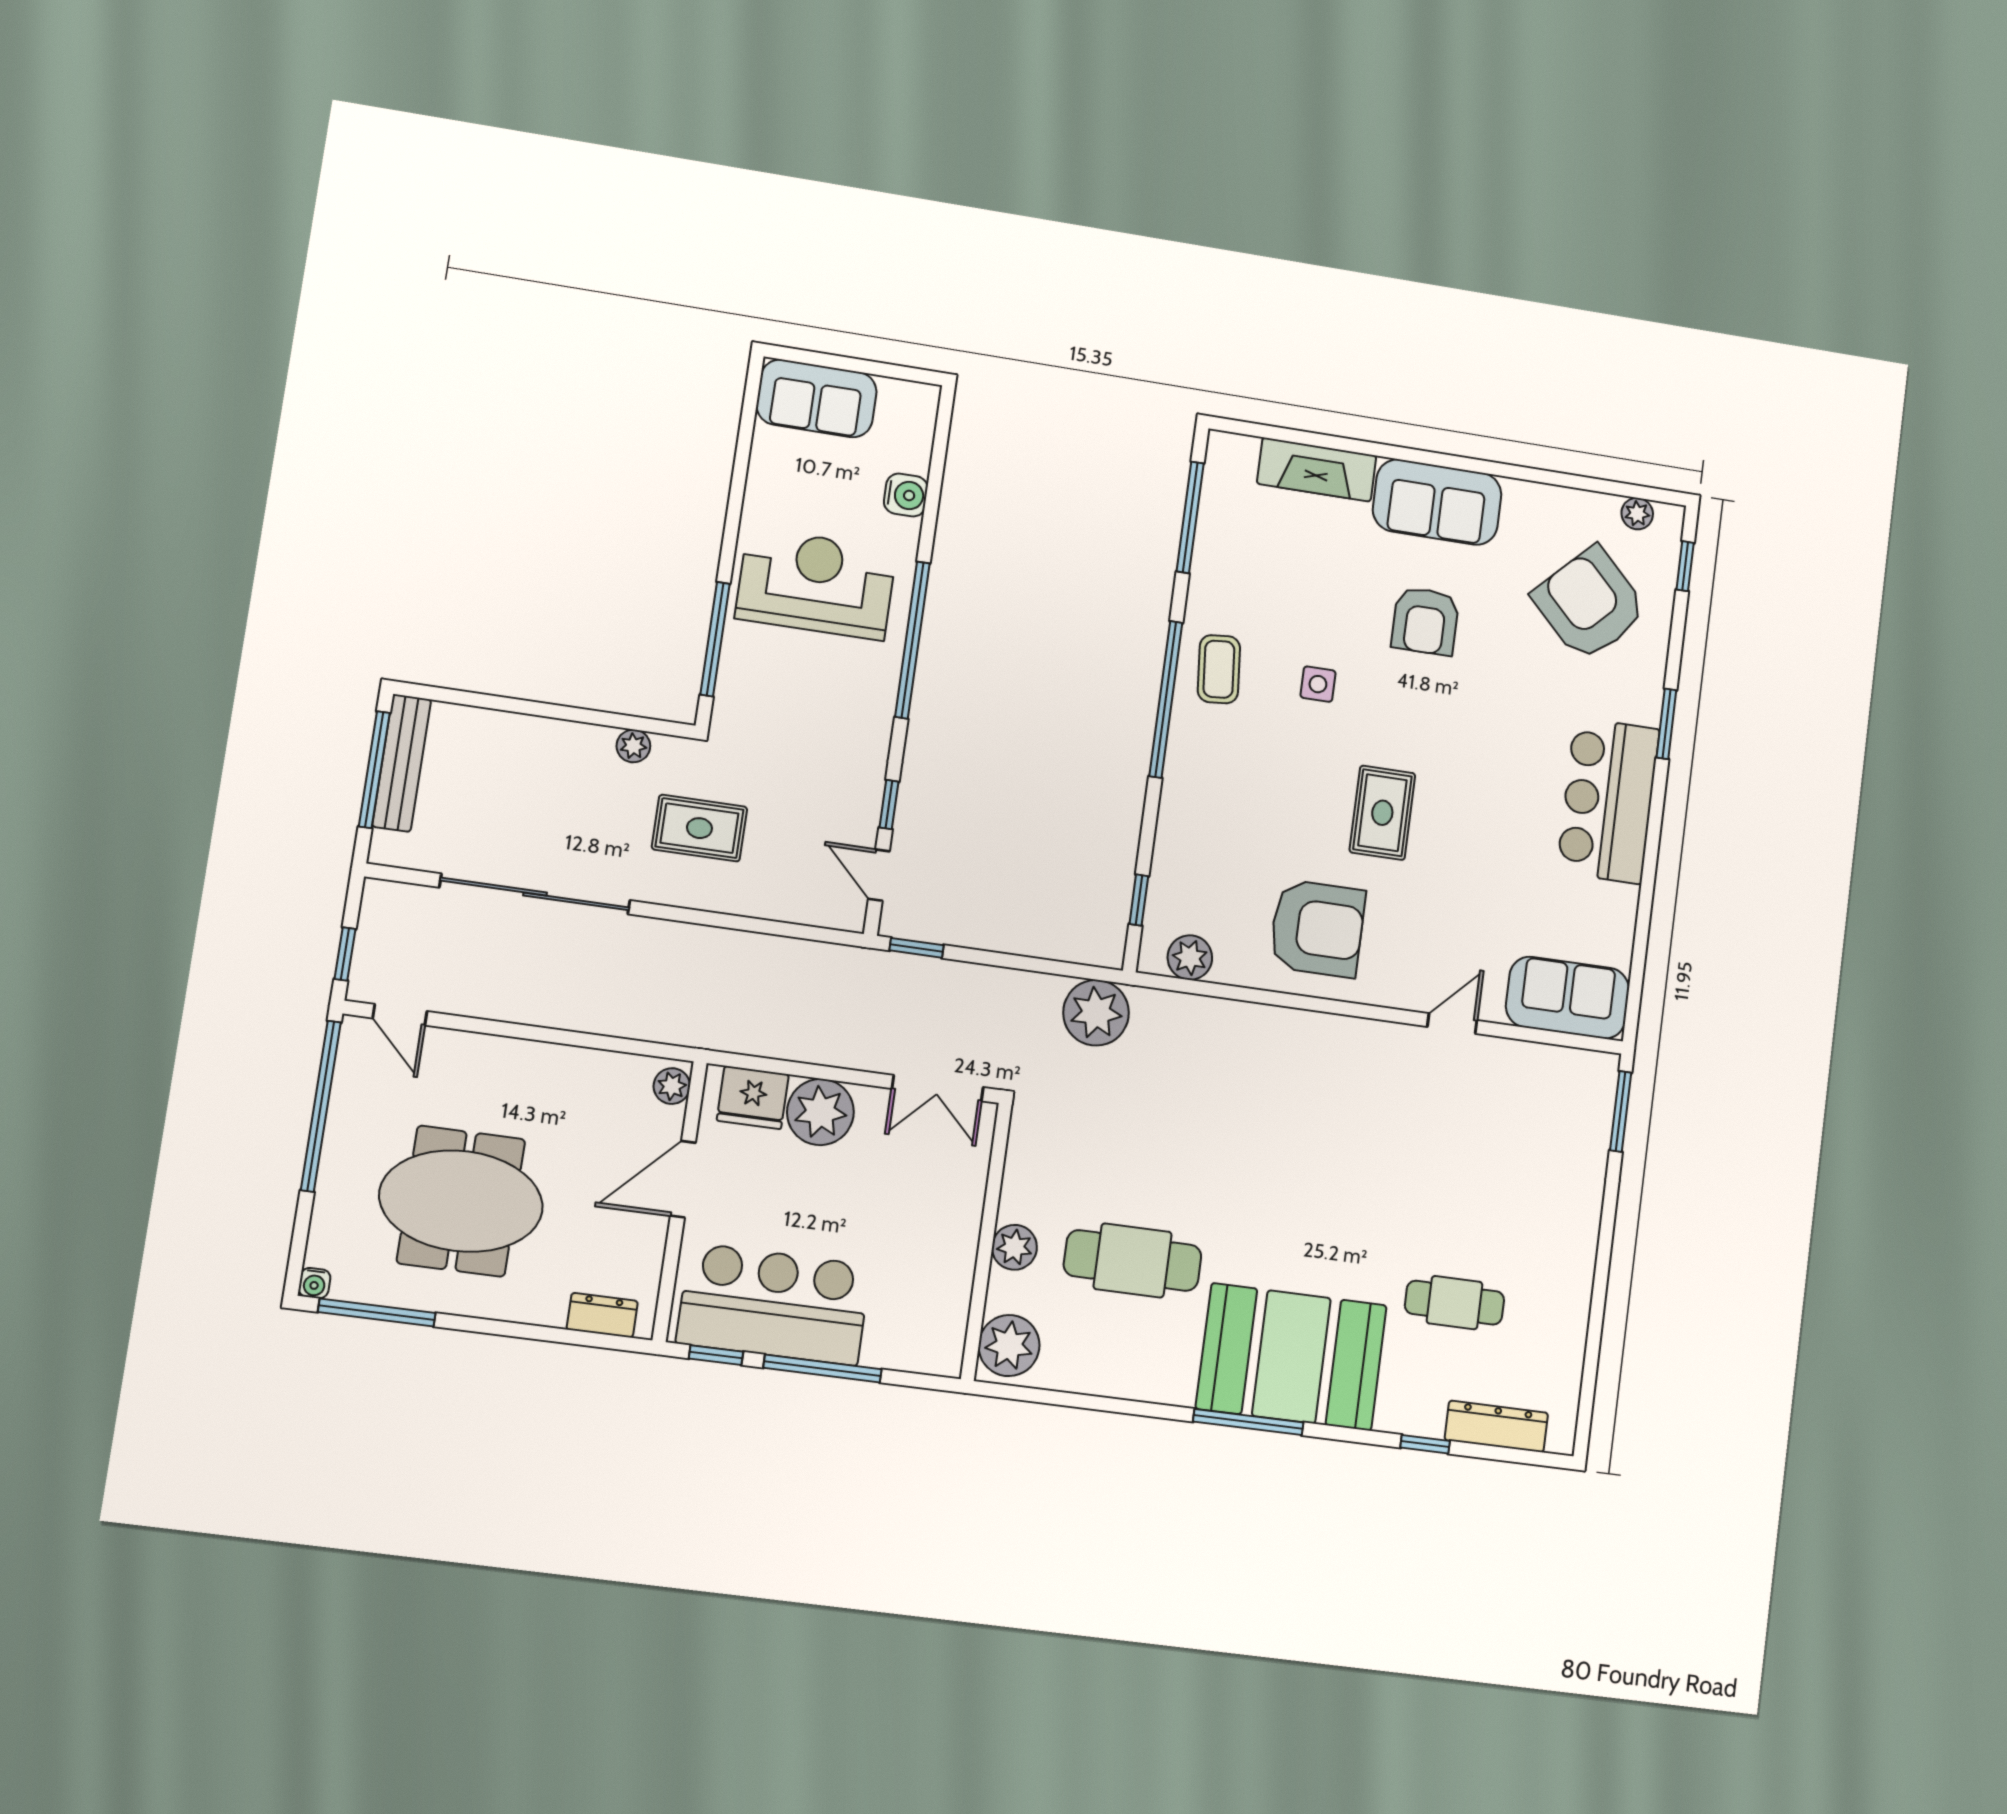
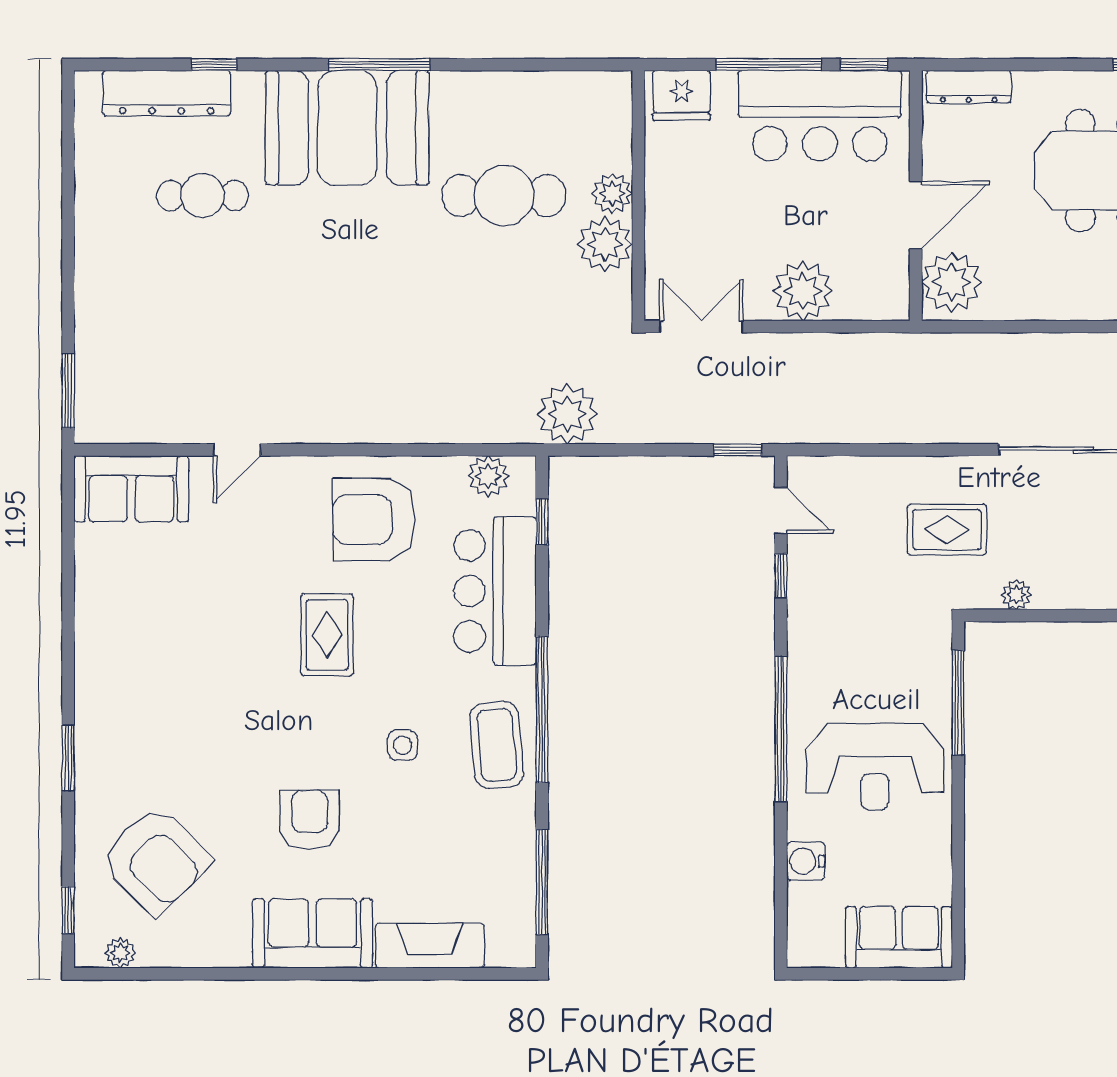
coffee table: (1219, 669) -> (497, 745), width x1.36, depth x1.30
bar counter: (1608, 800) -> (495, 591), moved, turned 180
plant: (672, 1086) -> (952, 282), width x1.88, depth x1.88
fridge: (753, 1097) -> (682, 95), moved, turned 180
dresser: (602, 1315) -> (969, 87), width x1.44
plant: (1009, 1346) -> (605, 244), moved
dresser: (1496, 1426) -> (167, 93), width x1.37, depth x1.24

